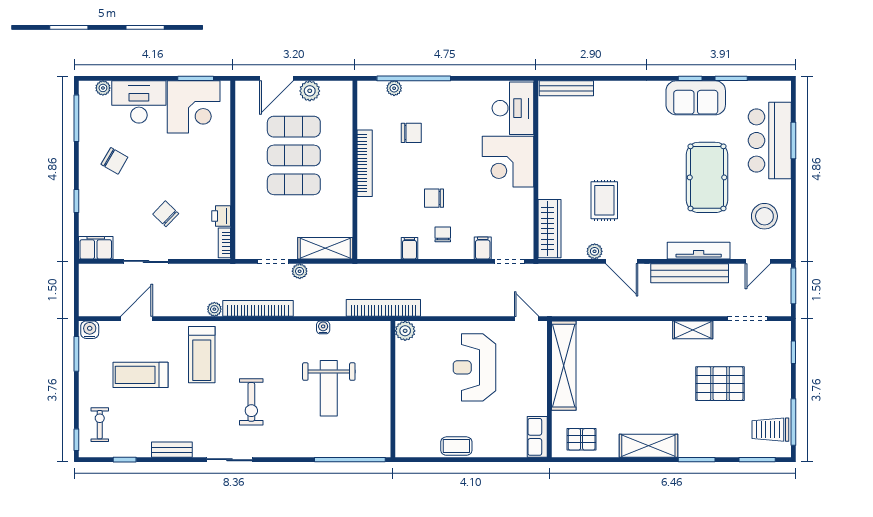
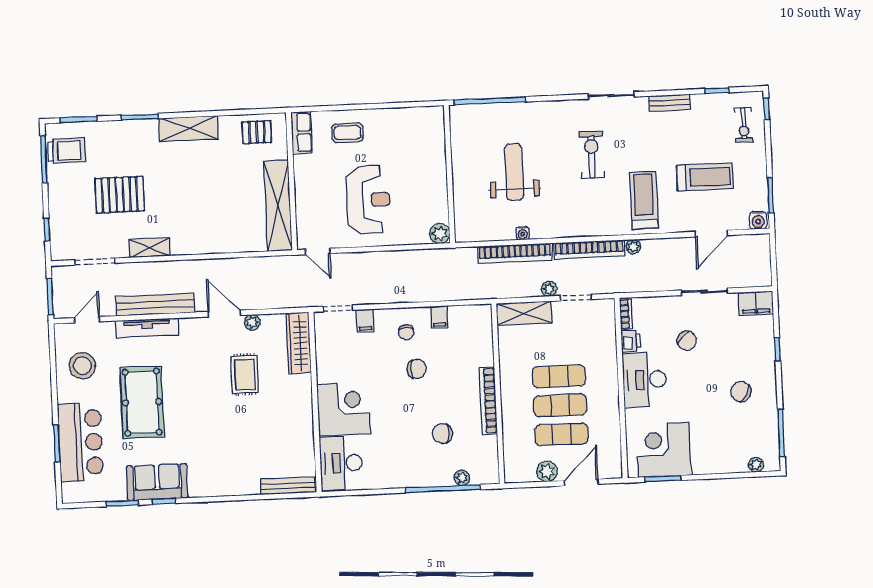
desk: (139, 102) -> (645, 380), moved, turned 90
bookcase: (383, 308) -> (515, 253), moved
coffee table: (456, 446) -> (347, 133), moved

